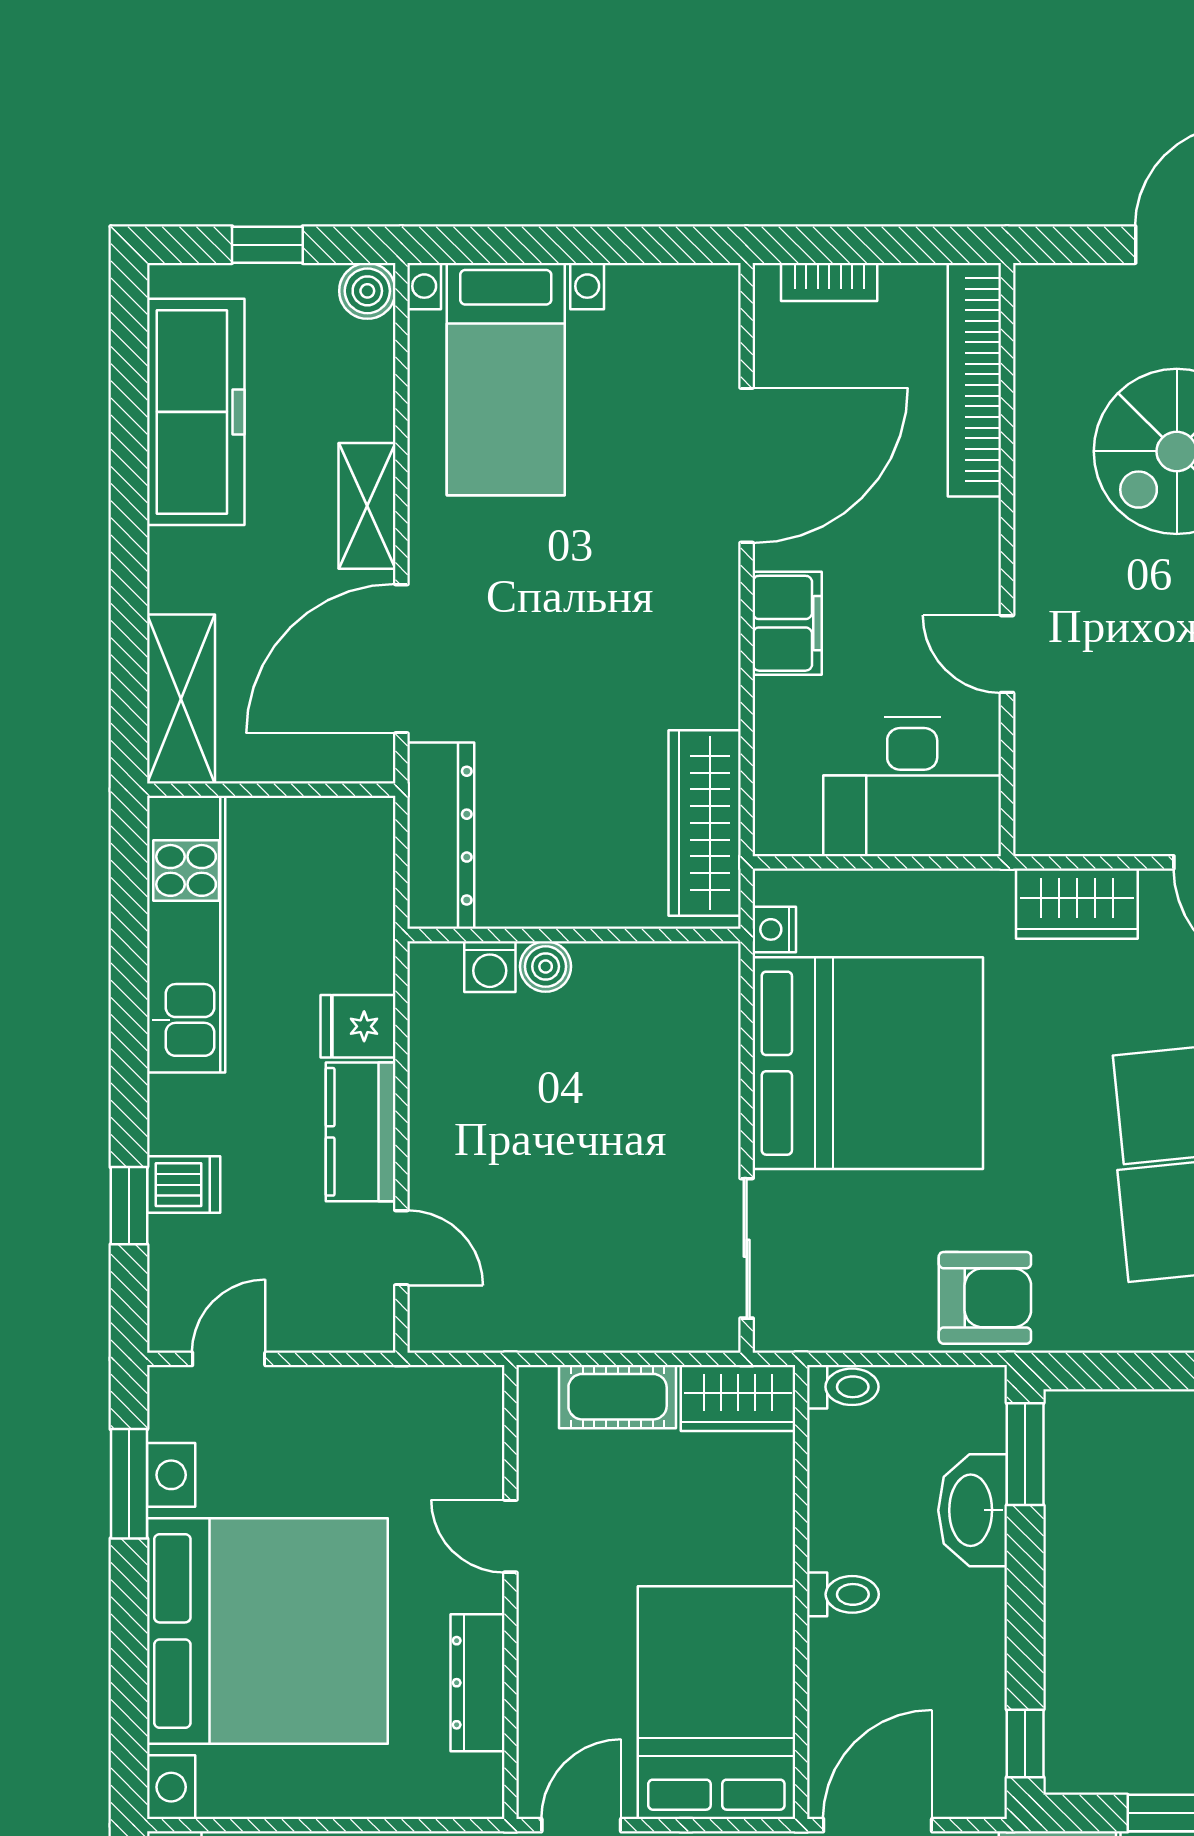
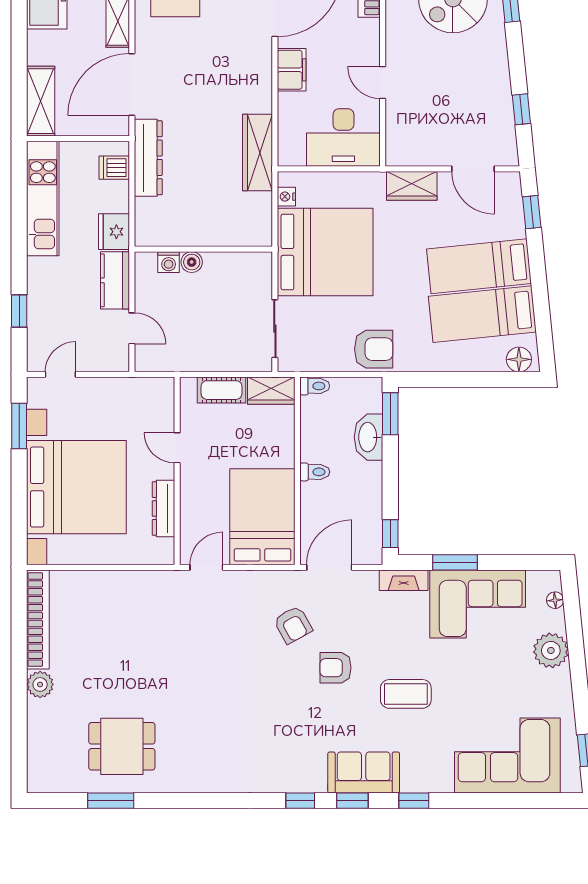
wall: (574, 935) -> (203, 249), moved
boiler: (546, 966) -> (192, 262), moved
washing machine: (490, 967) -> (169, 262), moved
fridge: (358, 1026) -> (114, 232), width x1.38
dishwasher: (184, 1185) -> (114, 168), moved, turned 180

